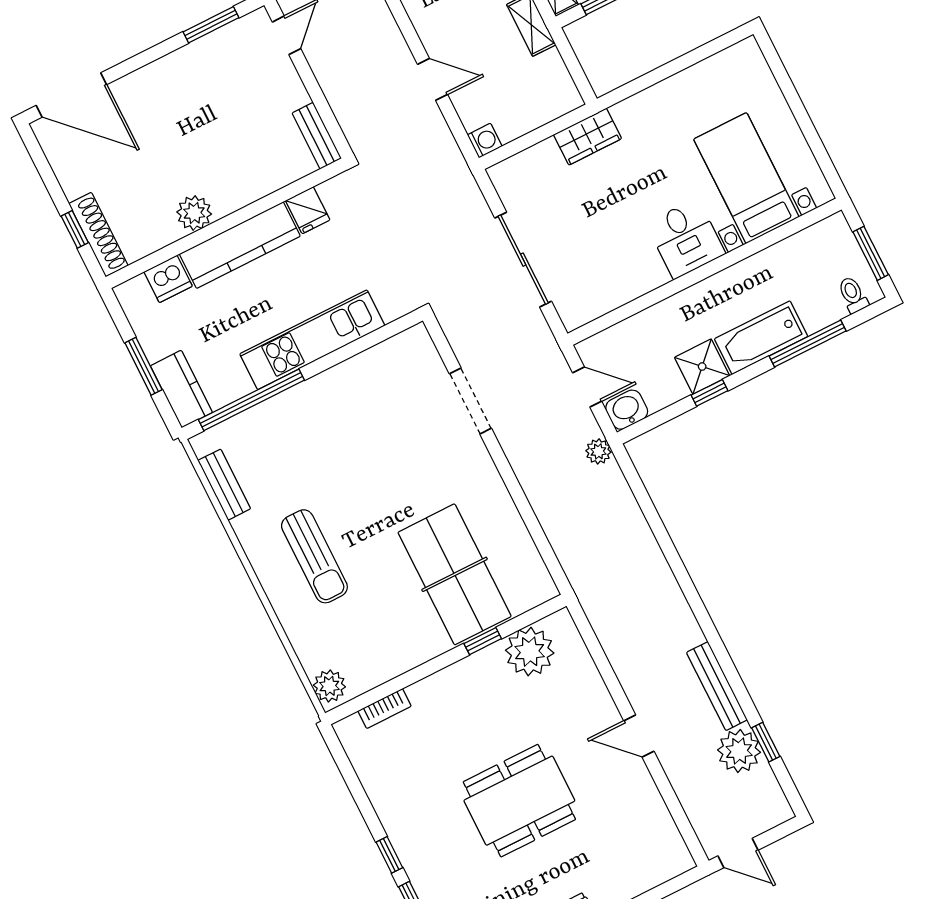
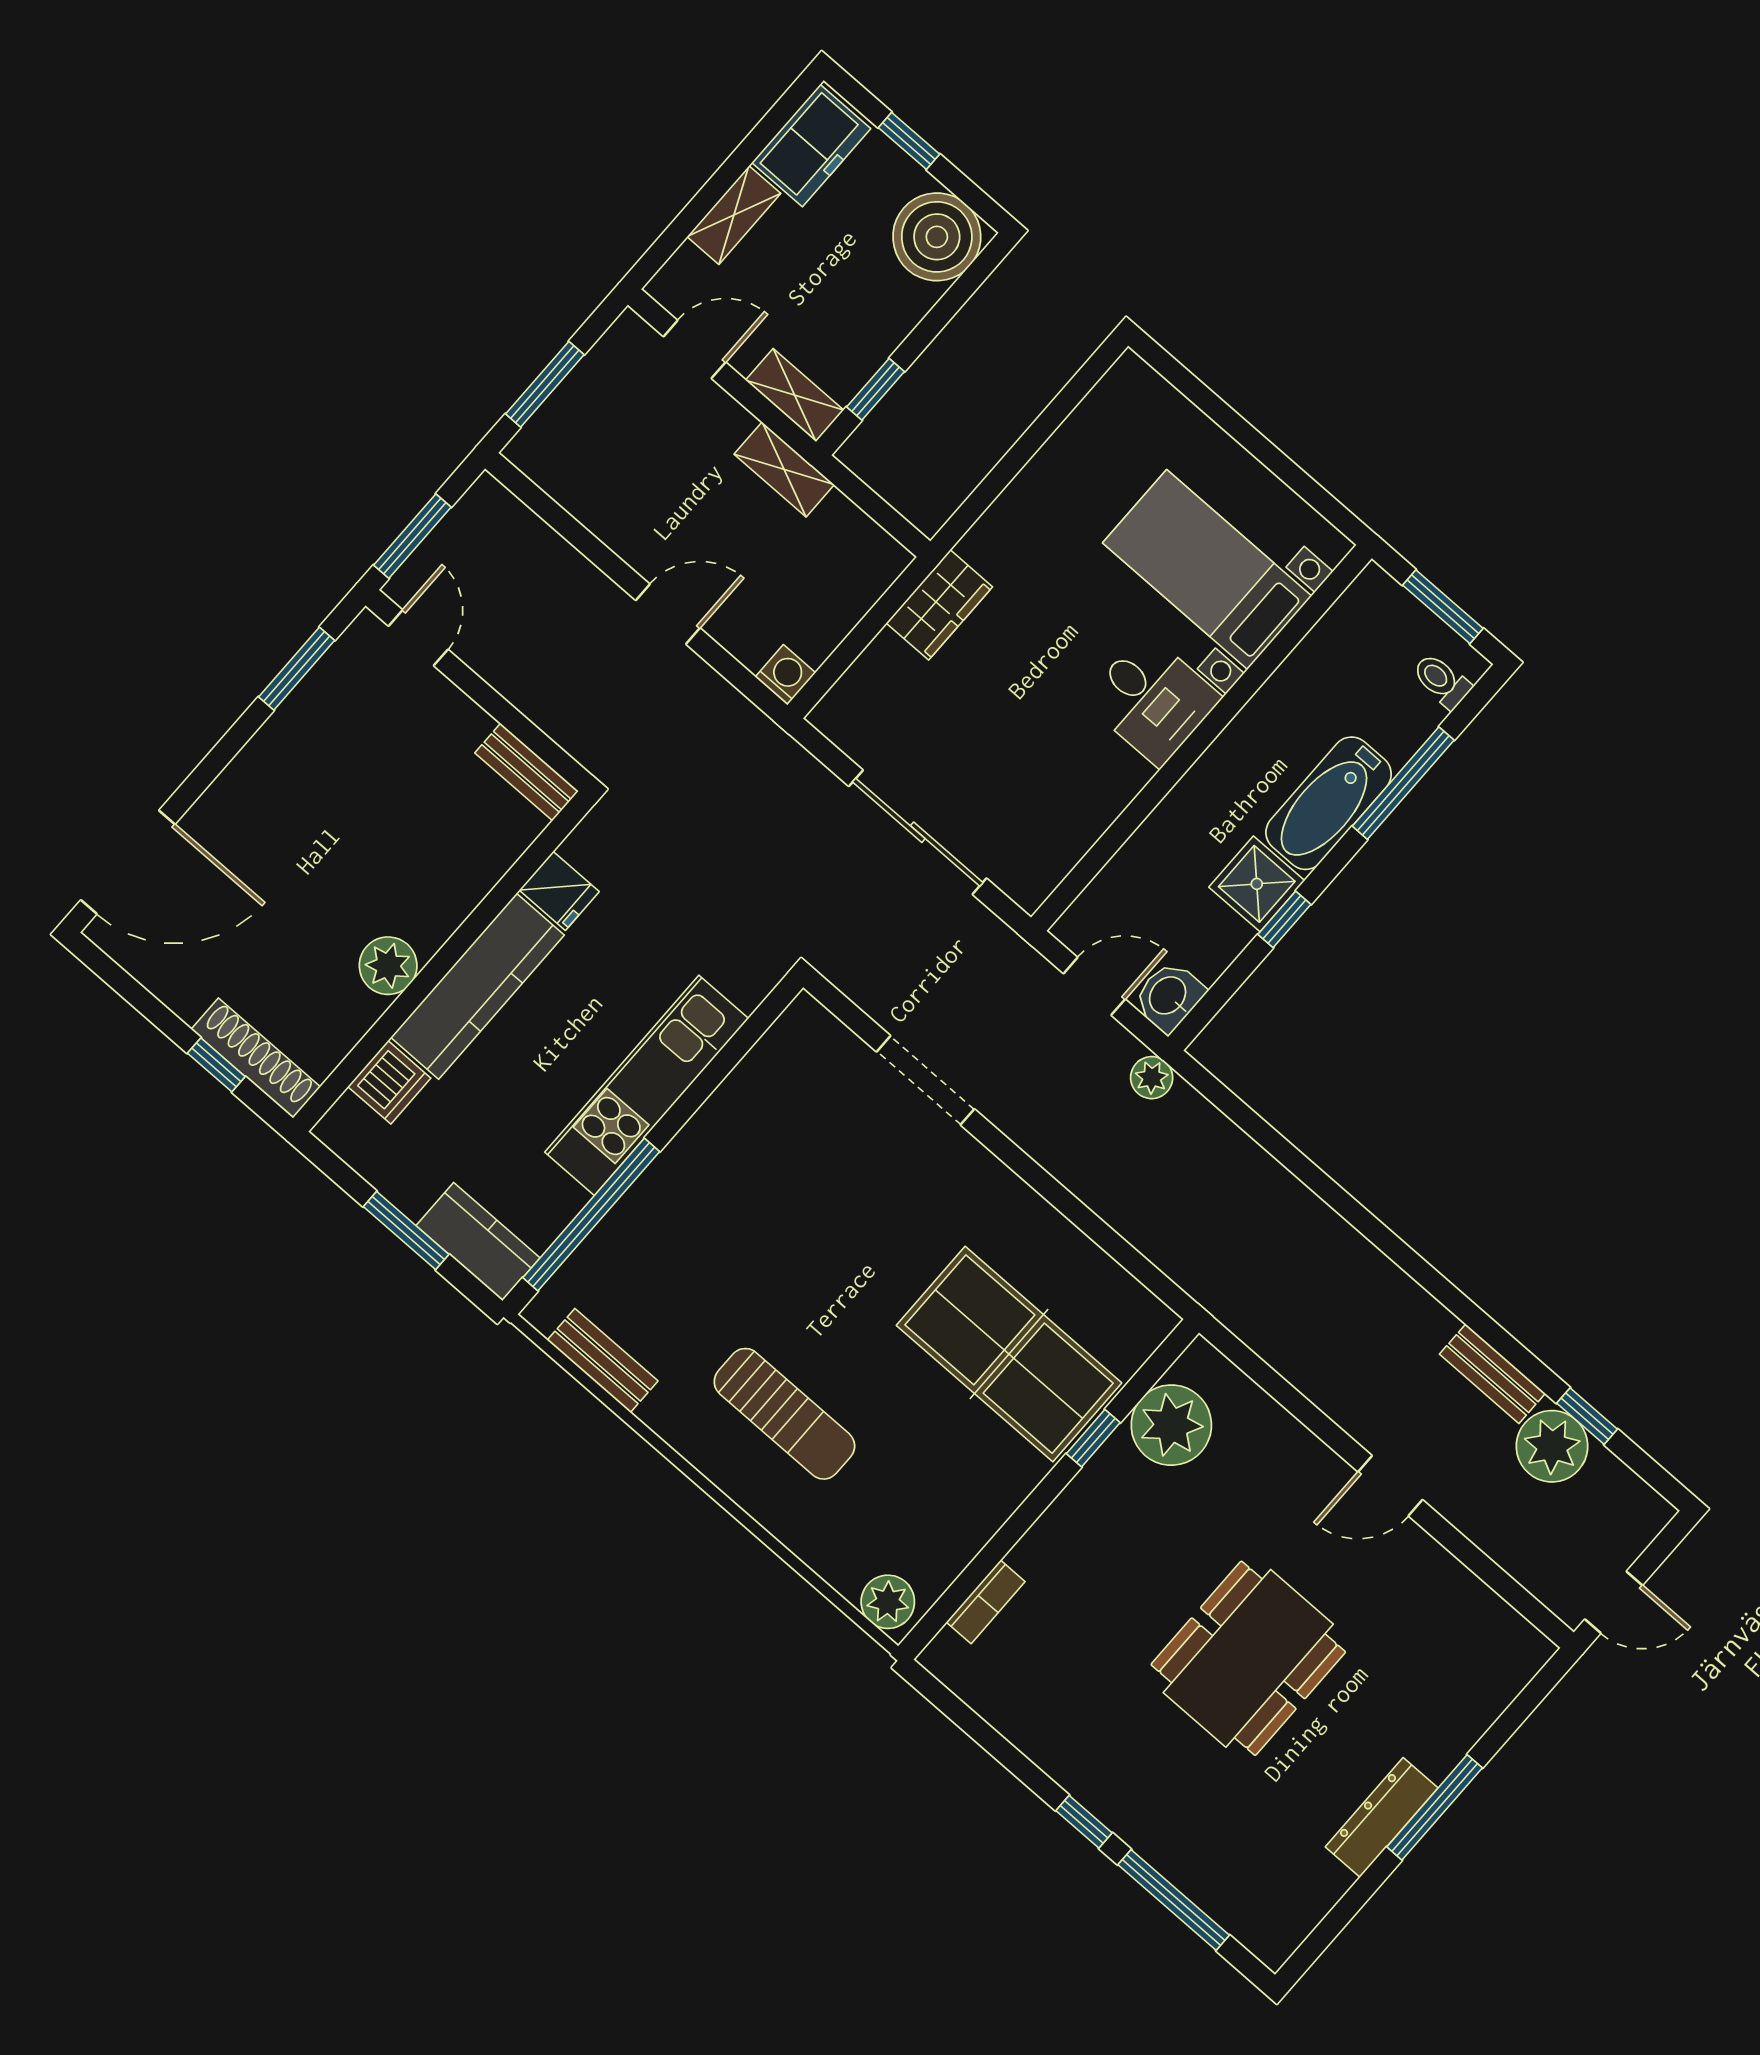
bench: (717, 686) -> (1492, 1374), width x0.73

